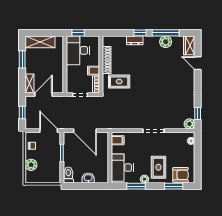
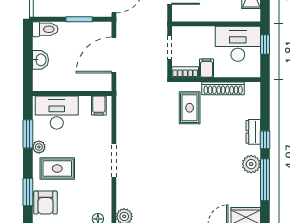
plant: (166, 42) -> (251, 164), moved

